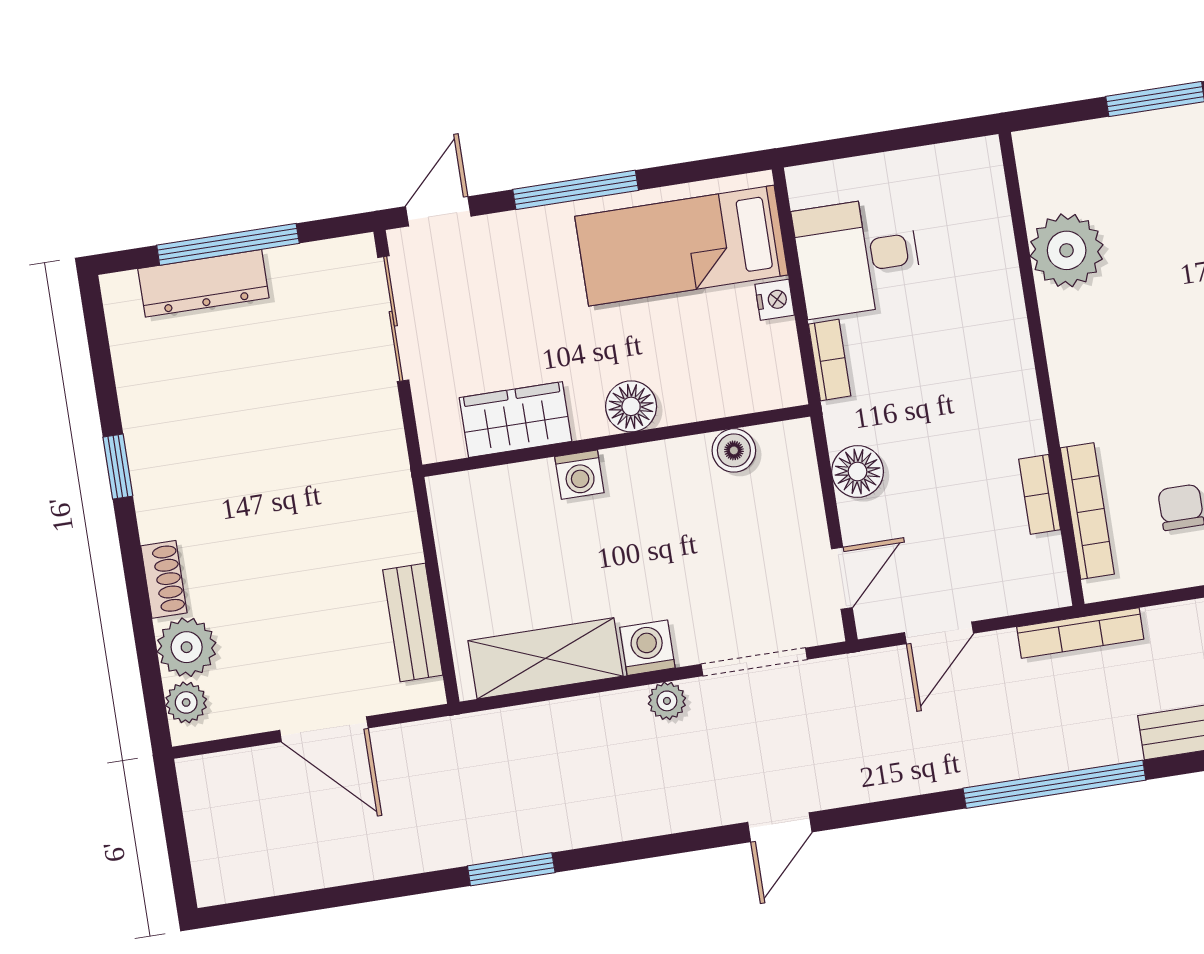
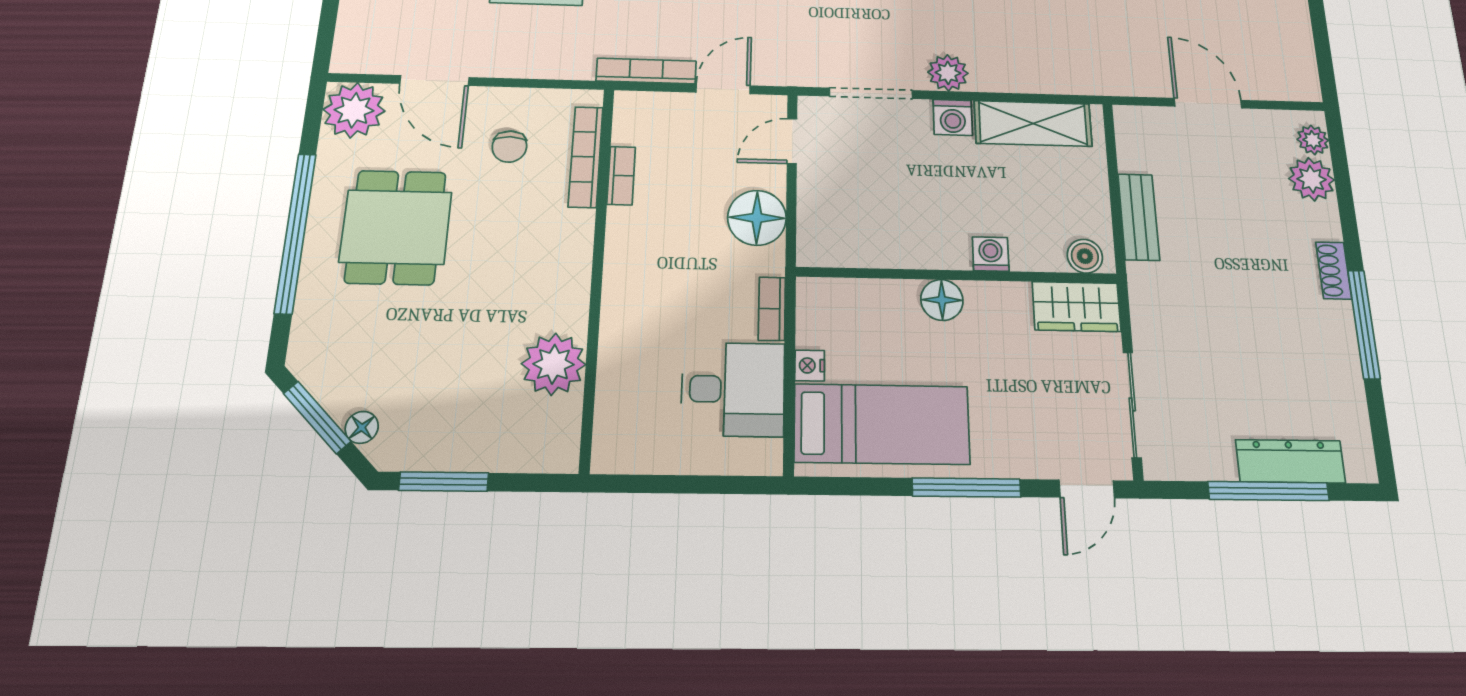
wardrobe: (515, 420) -> (1076, 306), moved
boiler: (734, 450) -> (1085, 256), moved
window: (118, 467) -> (1364, 324), width x2.17
floor lamp: (858, 472) -> (757, 218), width x1.38, depth x1.38
shoe rack: (164, 579) -> (1334, 270), moved
bench: (413, 623) -> (1139, 217), moved
bookcase: (1080, 633) -> (646, 71), moved
plant: (667, 701) -> (948, 73), width x1.38, depth x1.38

